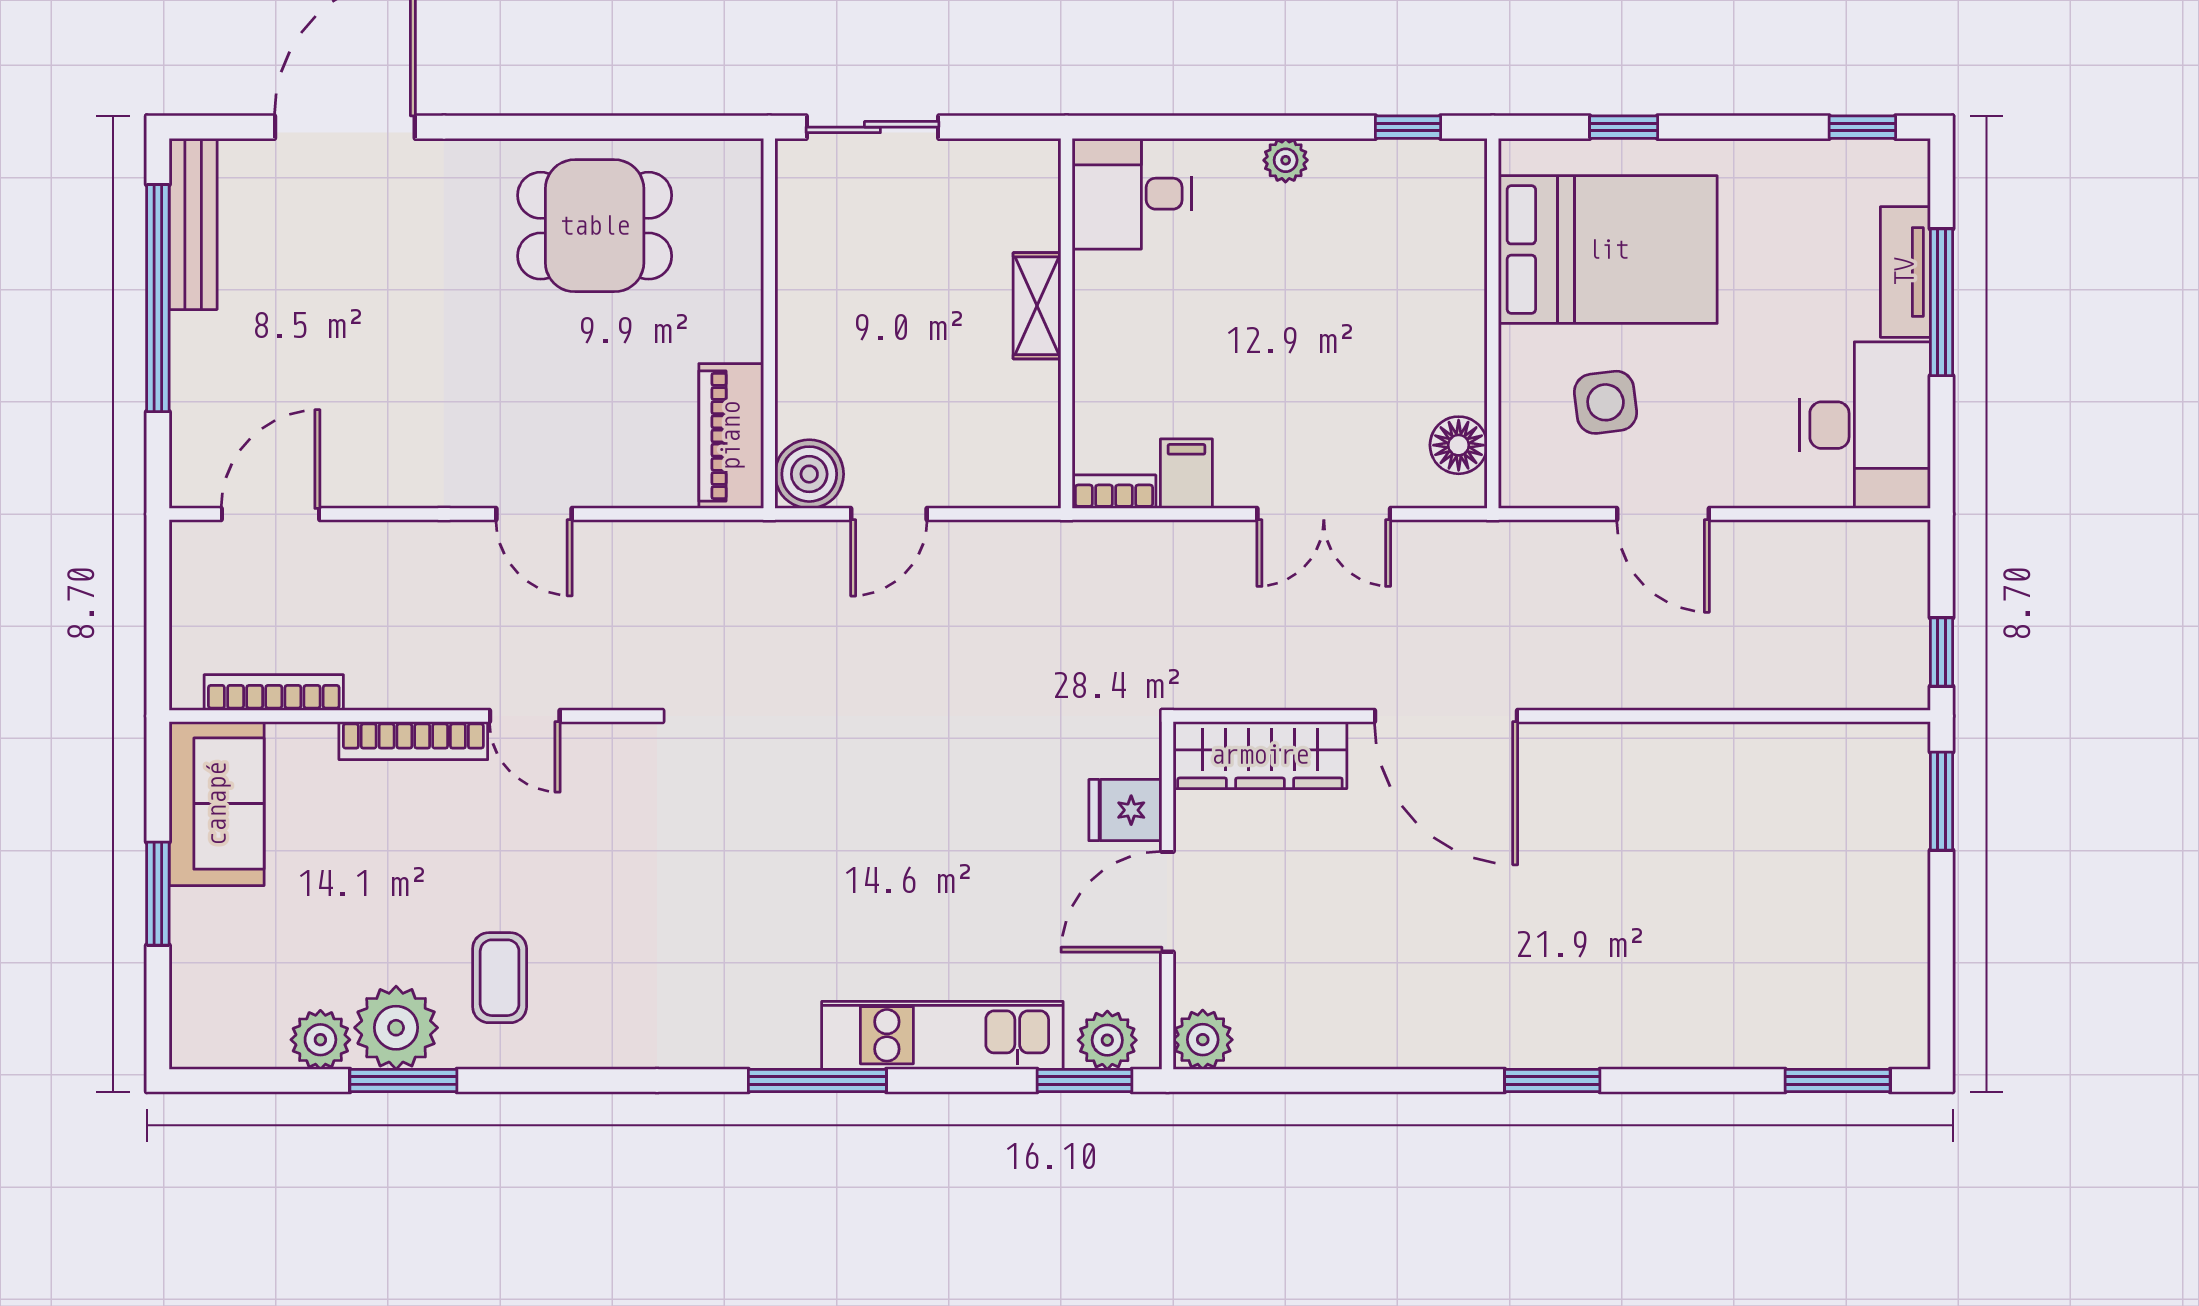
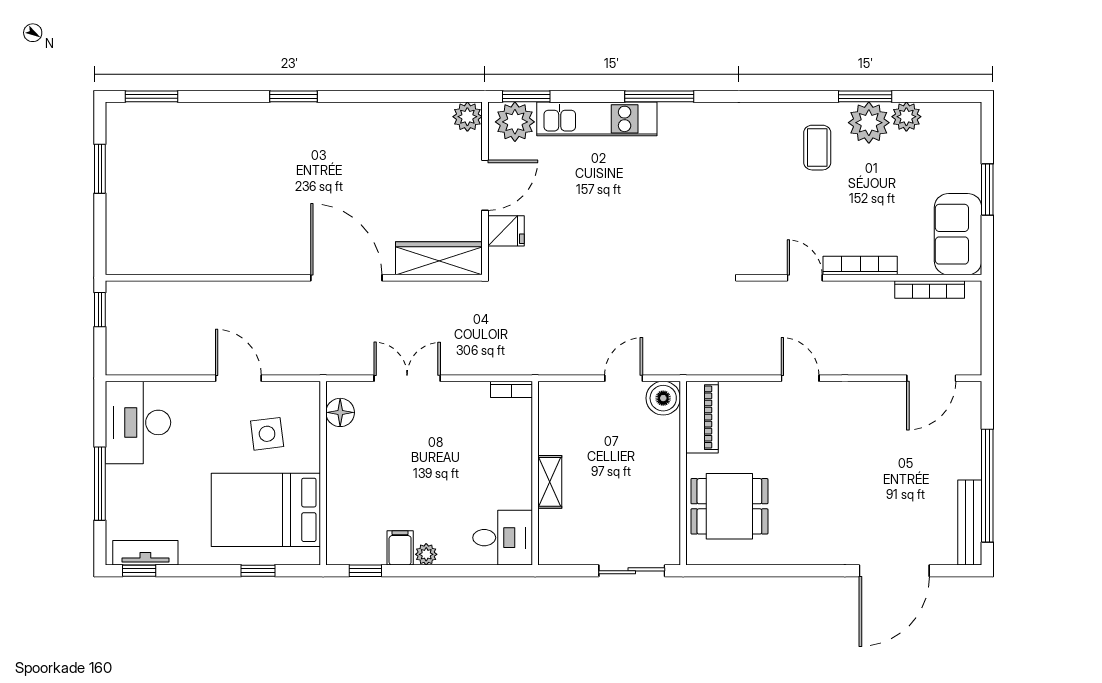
dining table: (595, 226) -> (729, 506), moved
tv unit: (1905, 272) -> (145, 553), moved, turned -90
filing cabinet: (1186, 474) -> (400, 548), moved, turned 180
window: (1941, 801) -> (100, 169), moved
plant: (1107, 1040) -> (515, 122), width x1.36, depth x1.36

